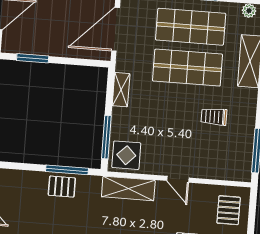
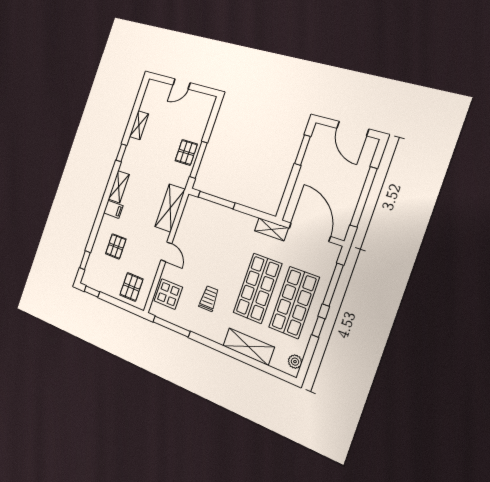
shelving: (121, 90) -> (271, 229), moved
display table: (126, 155) -> (168, 294), moved
door: (178, 179) -> (166, 252), swing flipped
pallet: (229, 210) -> (131, 287), turned 90

